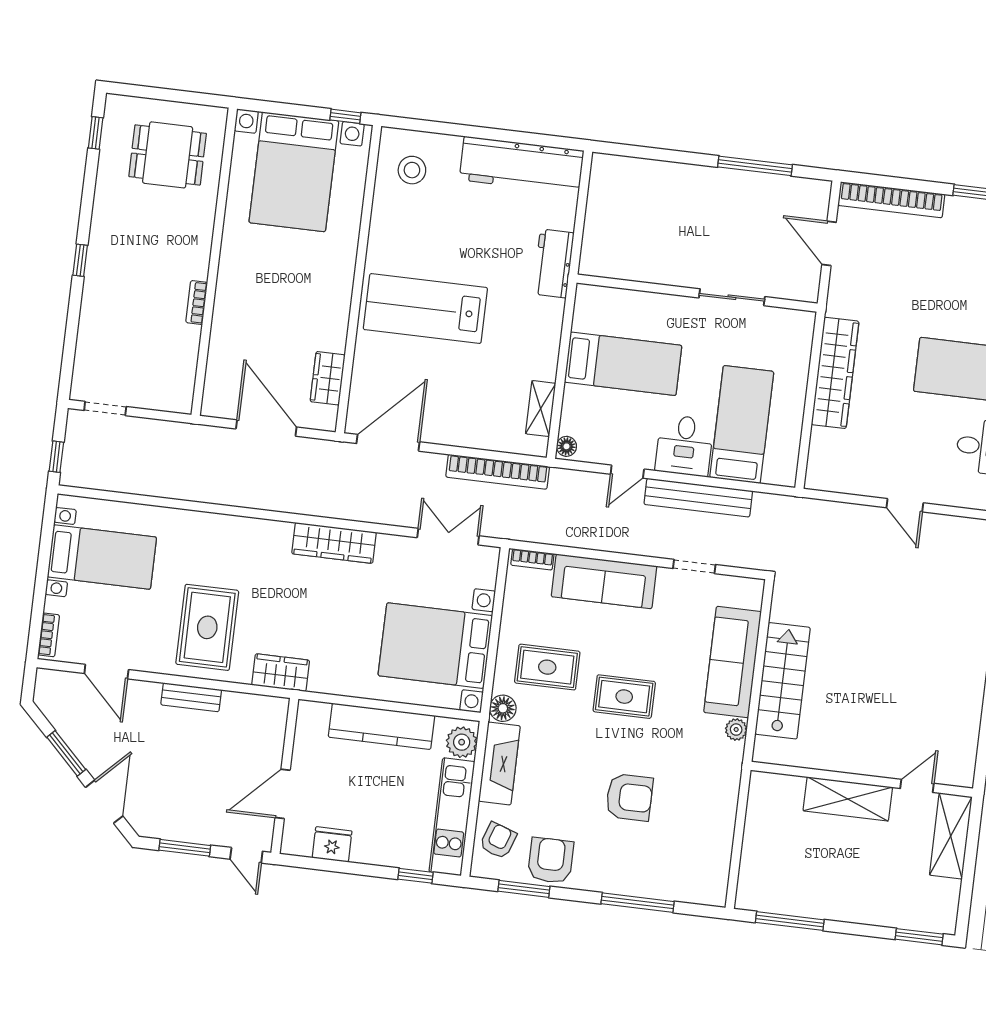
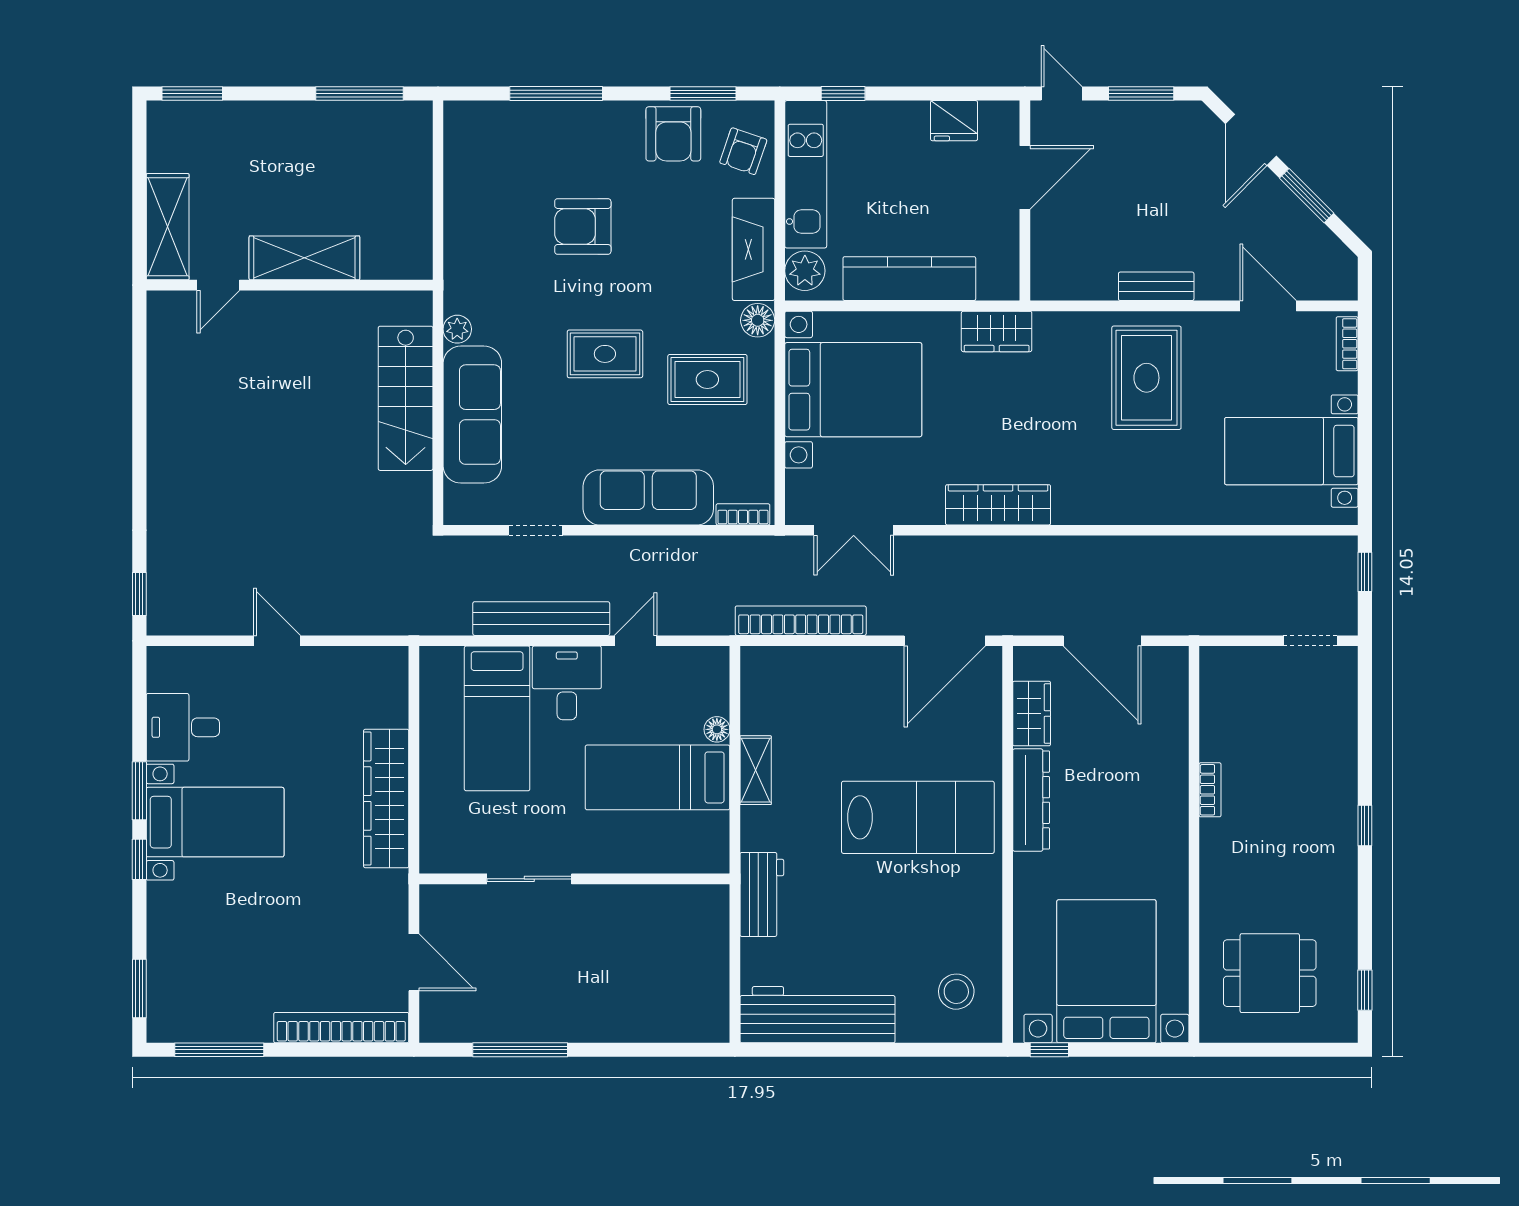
dresser: (336, 311) -> (1031, 800), added
shelving: (541, 409) -> (756, 770), moved
floor lamp: (567, 446) -> (717, 729), moved
wardrobe: (281, 673) -> (997, 331), moved

